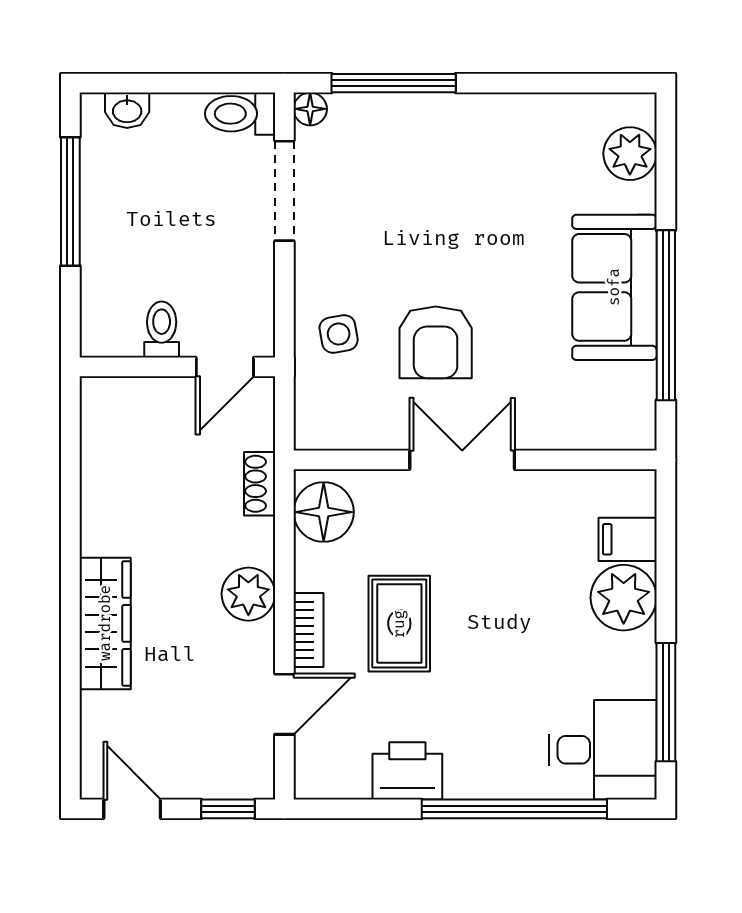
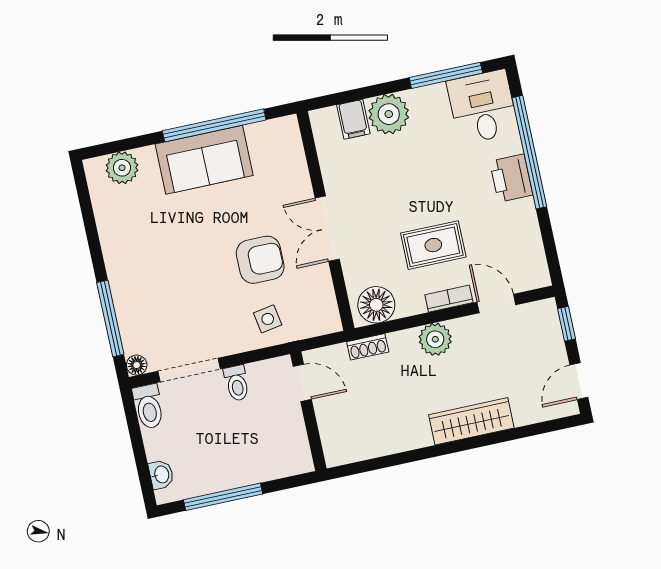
toilet: (162, 330) -> (237, 383), moved, turned -90
printer: (407, 771) -> (511, 178), moved

